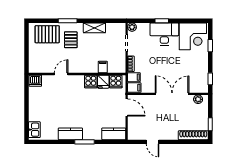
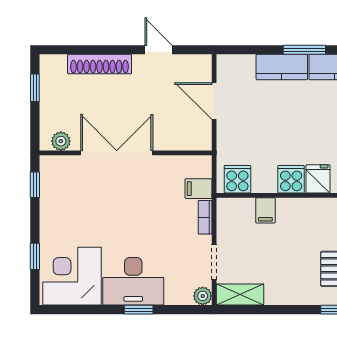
shelving: (94, 28) -> (240, 294), moved
fridge: (103, 82) -> (318, 179), moved
filing cabinet: (134, 88) -> (198, 166), removed
double door: (172, 94) -> (117, 153), swing flipped
door: (127, 108) -> (214, 101), moved
kitchen counter: (114, 134) -> (282, 67), moved
shoe rack: (193, 135) -> (100, 64), moved

